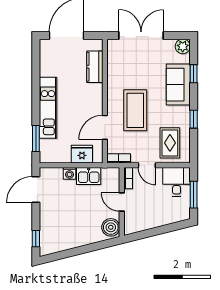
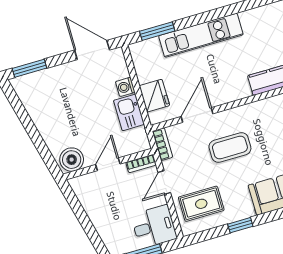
coffee table: (135, 110) -> (230, 148), width x0.73, depth x0.76
door: (105, 127) -> (197, 115), hinge flipped
window: (36, 239) -> (29, 68), width x1.50

